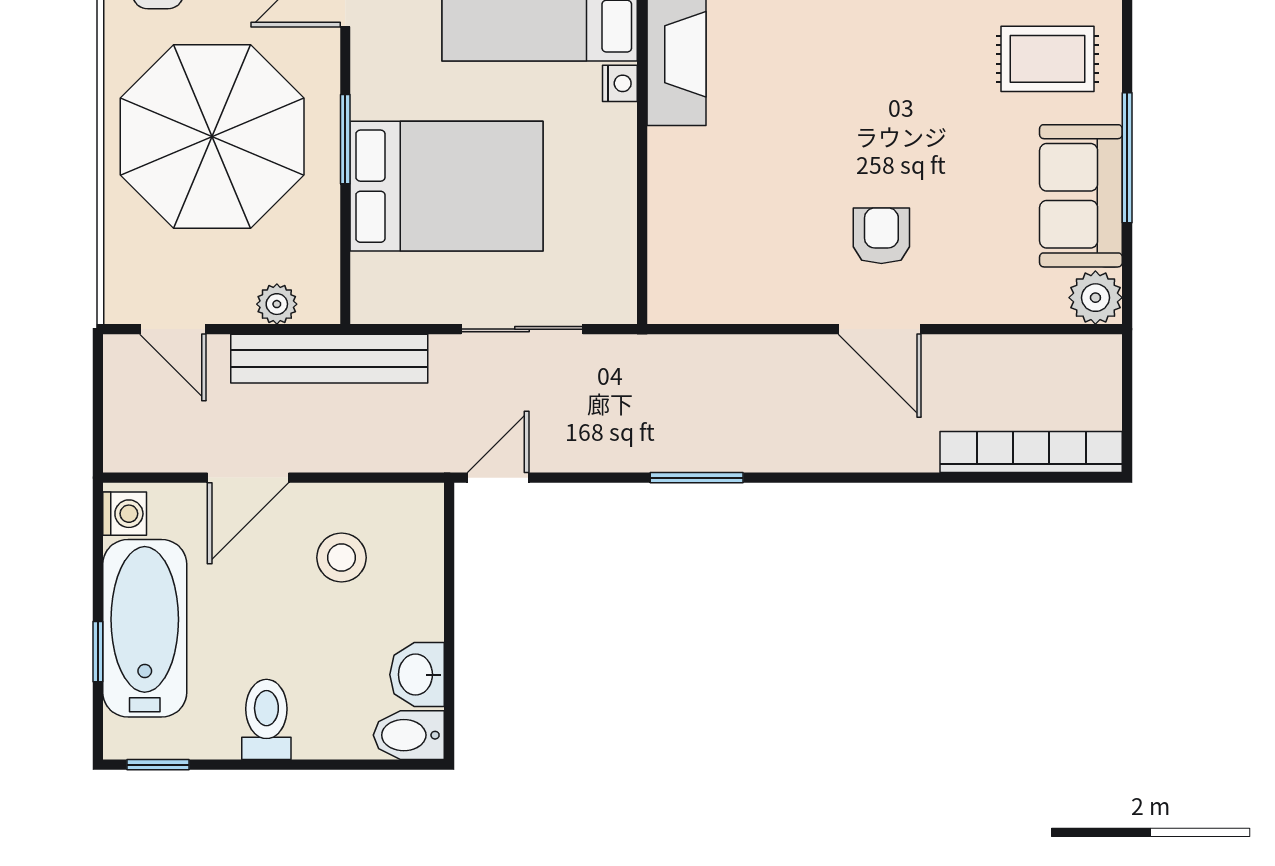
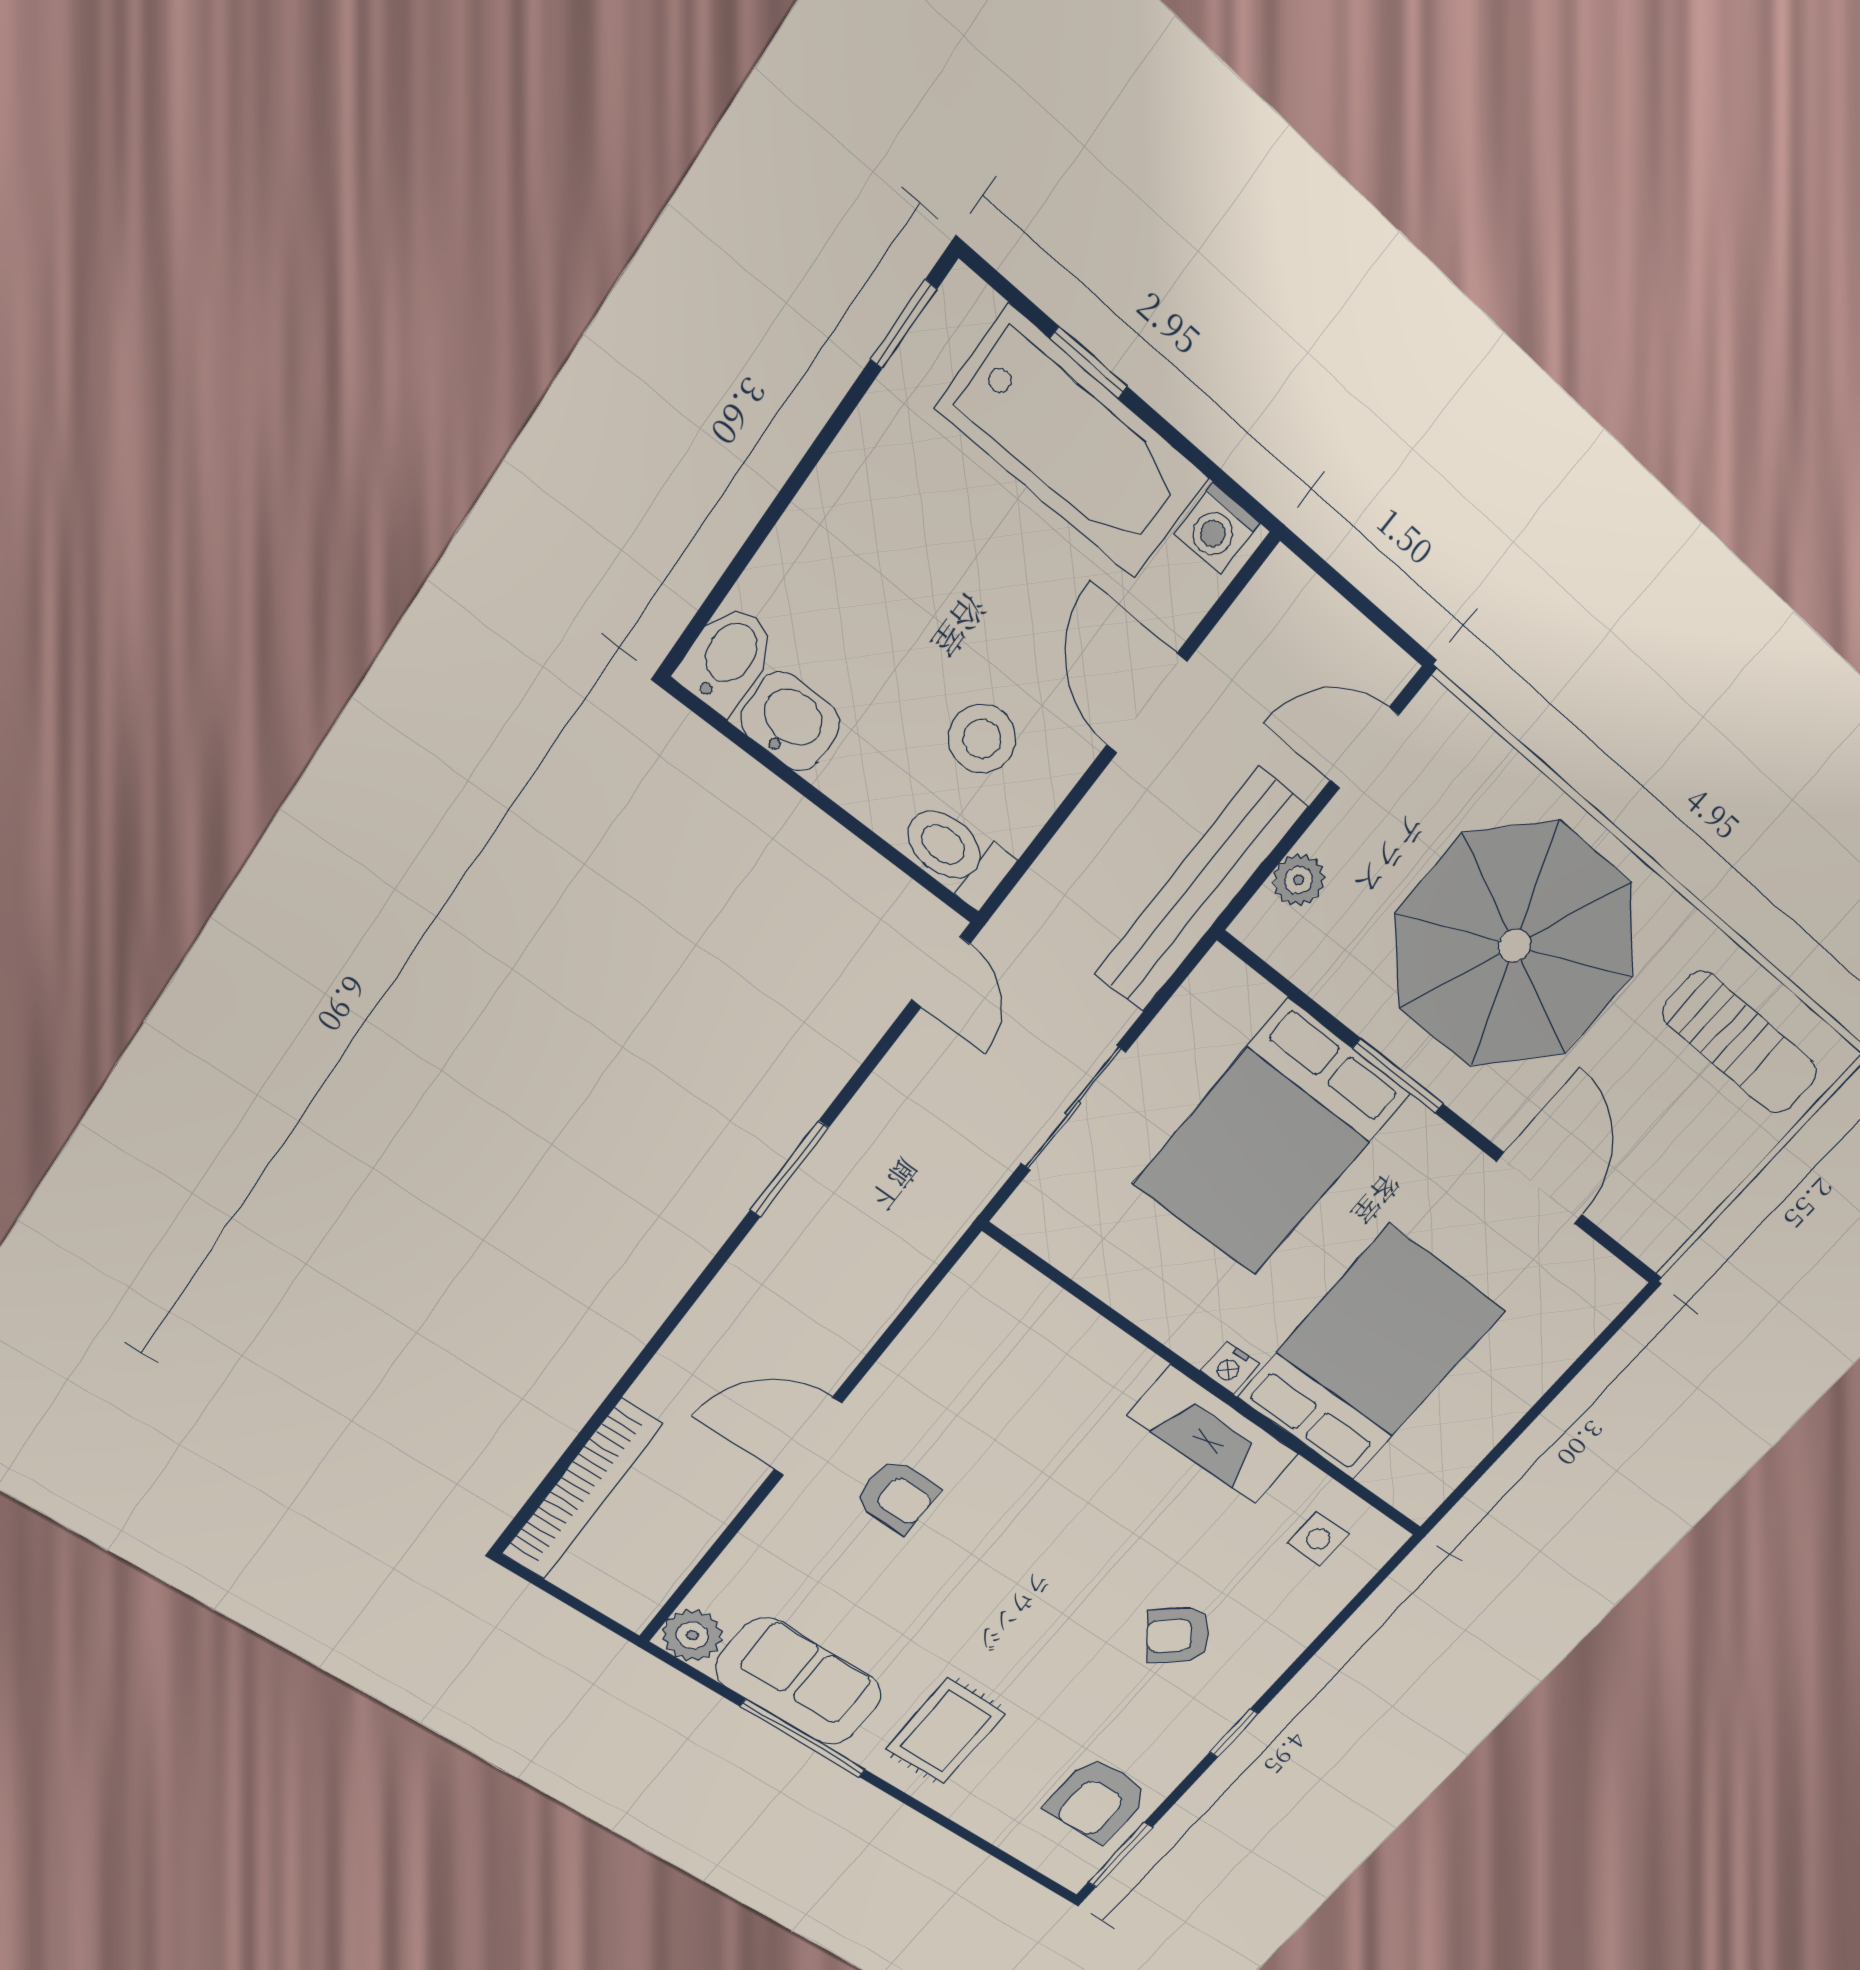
toilet: (266, 719) -> (955, 853), moved, turned 180

